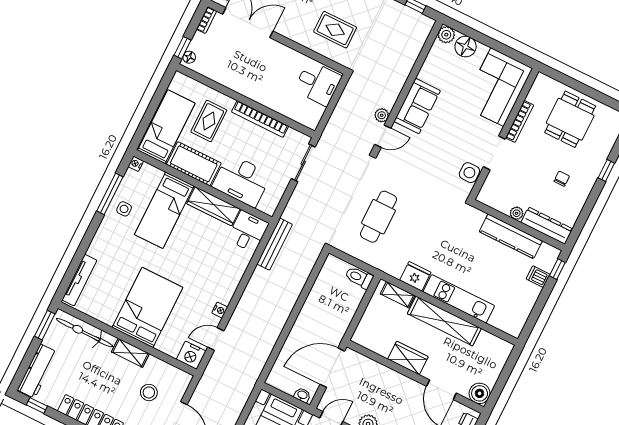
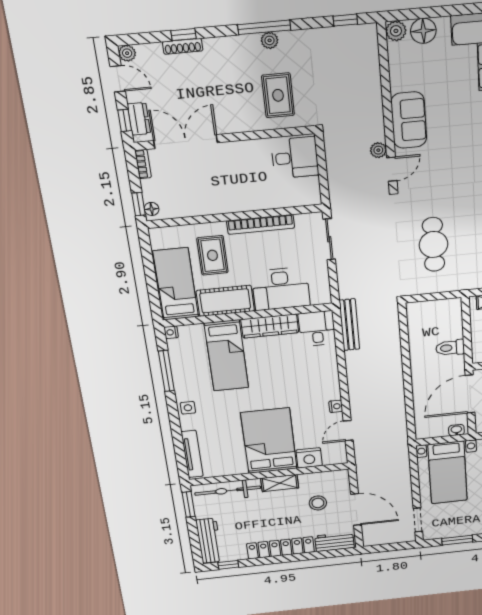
rug: (335, 30) -> (278, 95), turned 90
side table: (124, 209) -> (188, 408), moved
toilet: (359, 277) -> (450, 348), moved
nightstand: (191, 355) -> (309, 458), moved

